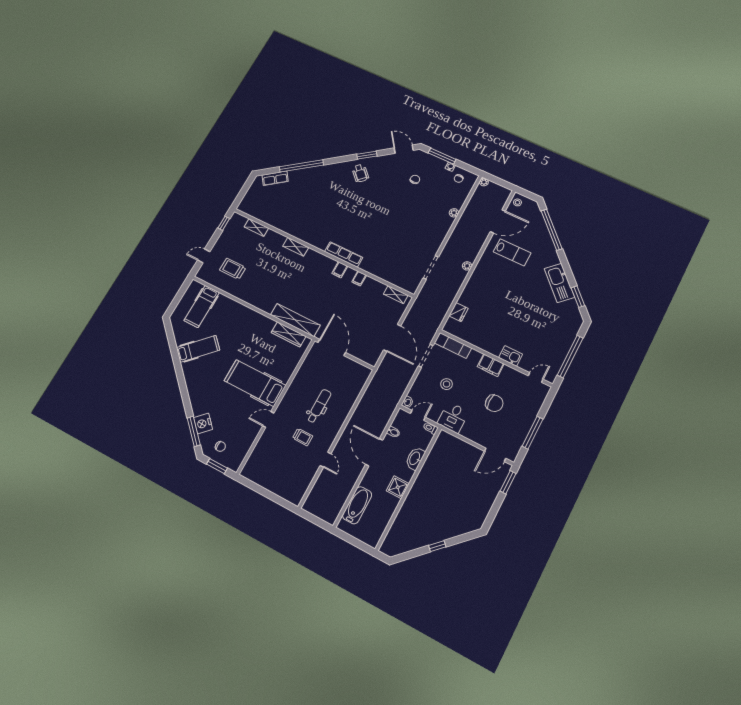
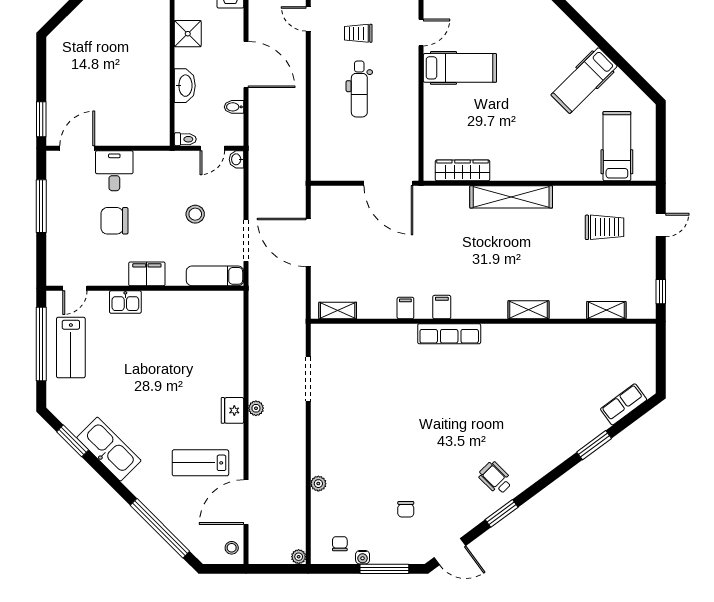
window: (301, 166) -> (594, 445), width x0.47
fridge: (459, 312) -> (232, 410), moved
shelving: (295, 320) -> (511, 197), moved
lab bench: (554, 346) -> (71, 348), added
hospital bed: (255, 383) -> (460, 68), width x0.73, depth x0.78
desk: (453, 417) -> (114, 171), moved

